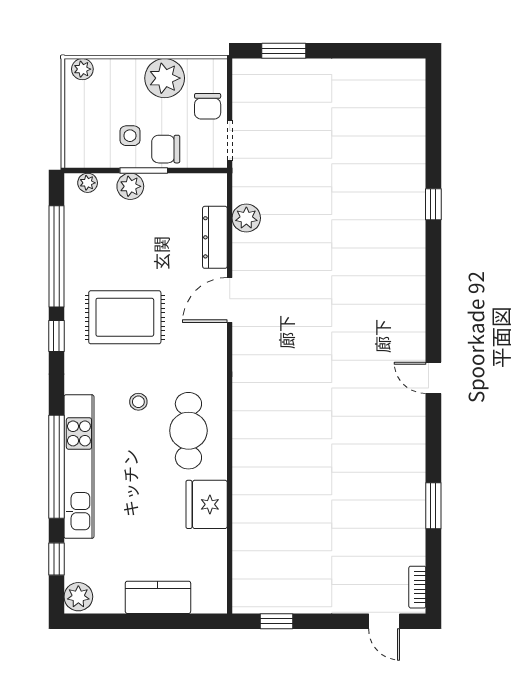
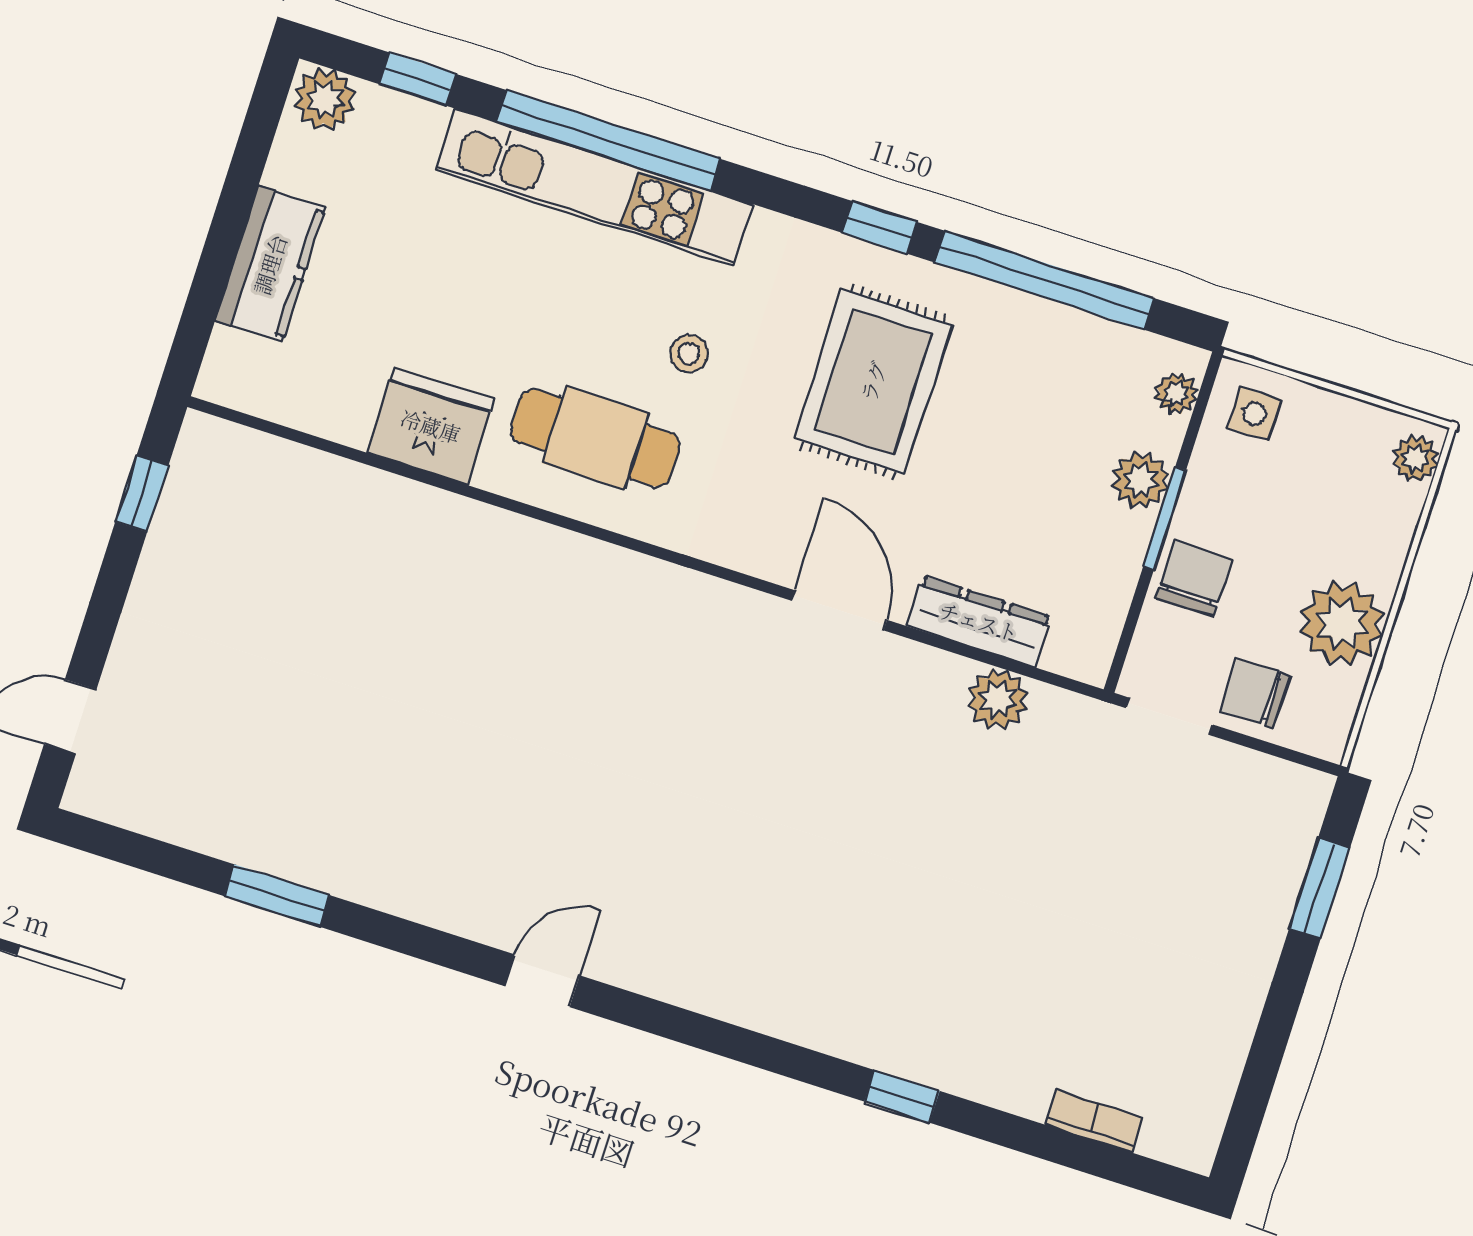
side table: (130, 136) -> (1254, 414), moved
bookcase: (417, 587) -> (1094, 1121), moved

